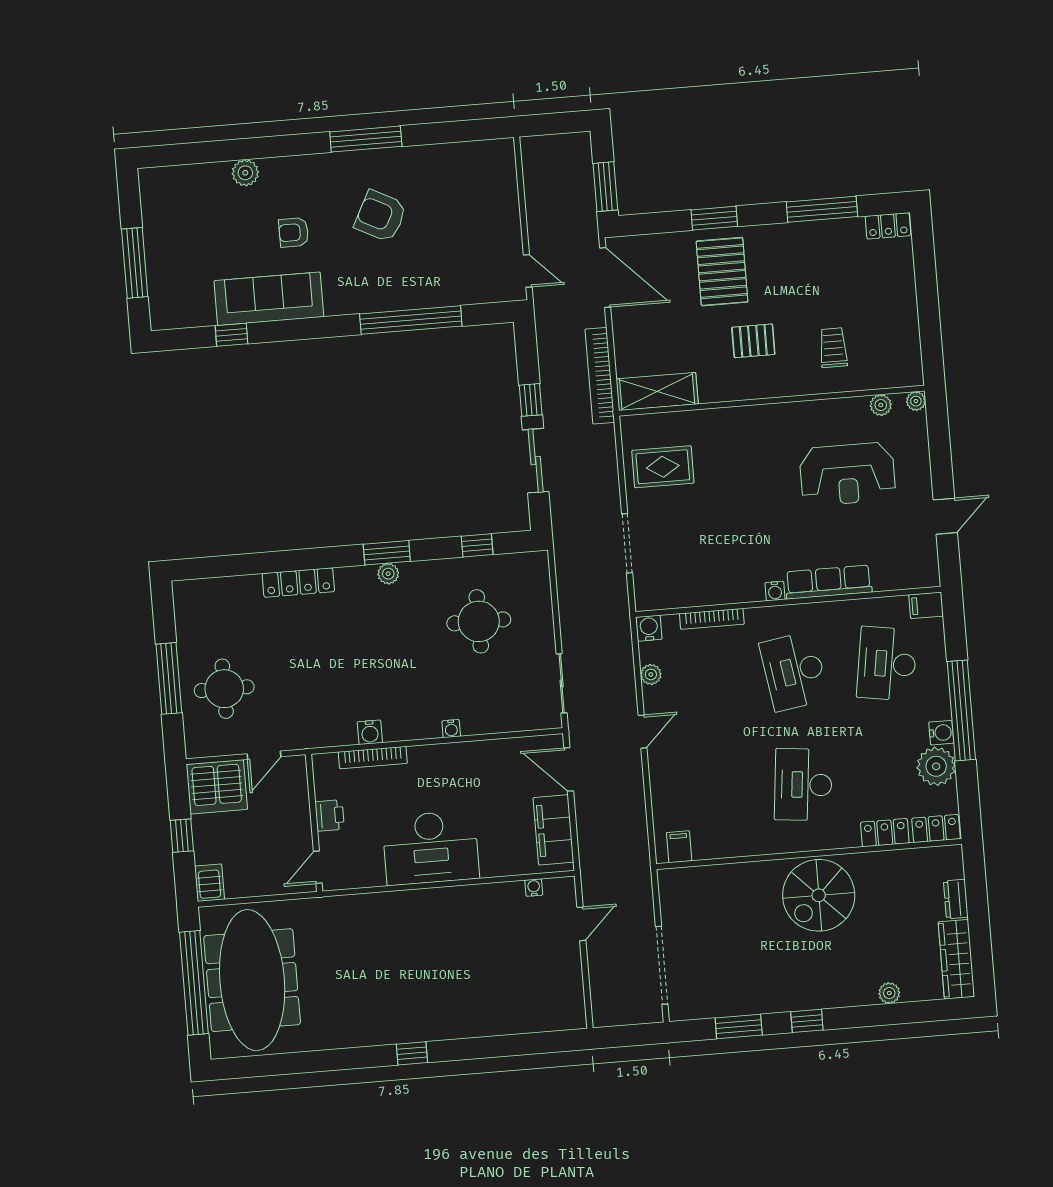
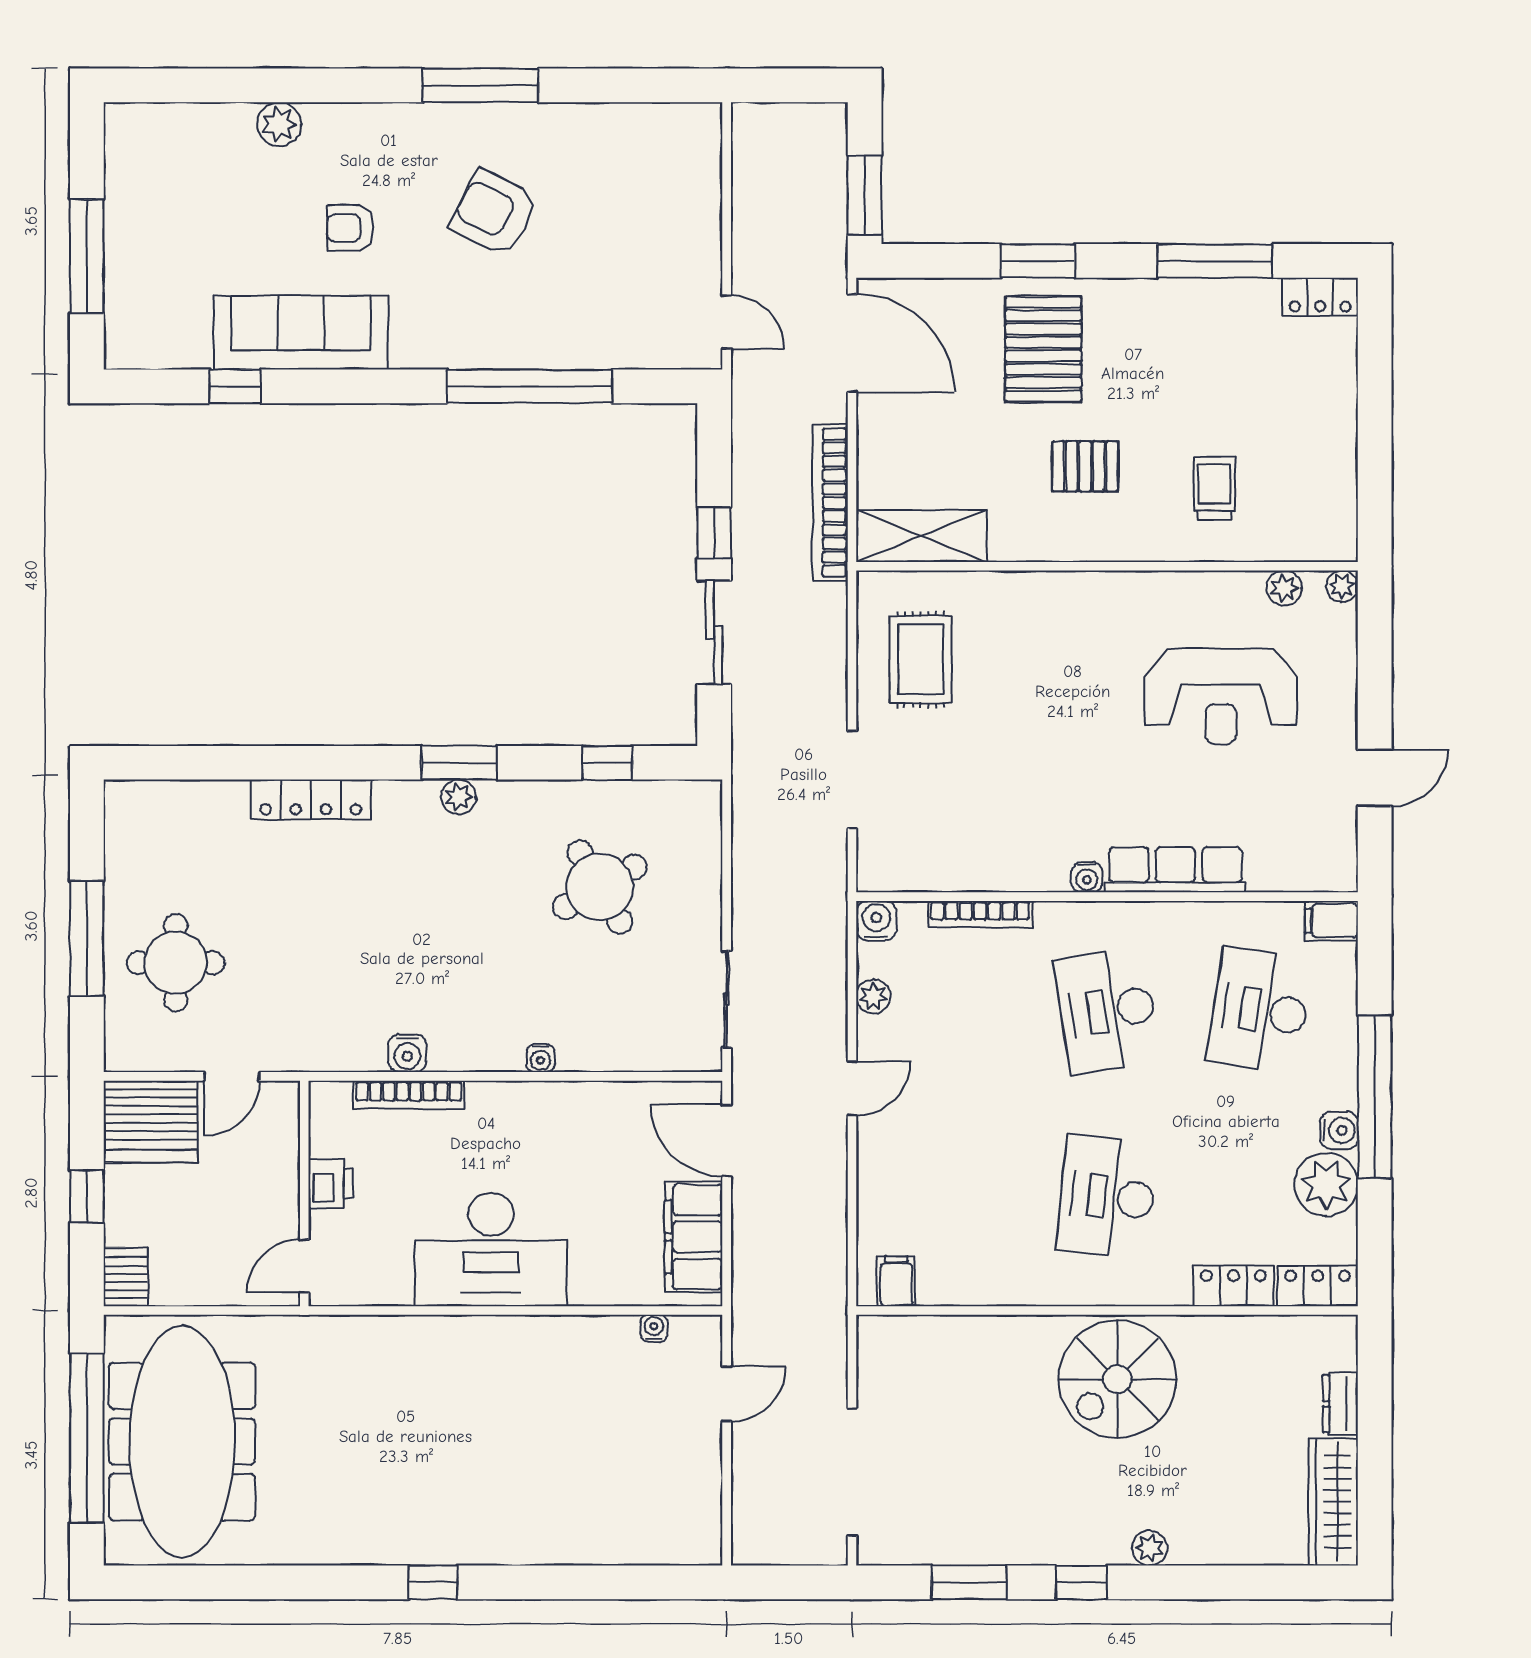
rug: (663, 467) -> (921, 659), turned 90
round table: (479, 621) -> (600, 887), turned -30
plant: (889, 993) -> (1150, 1548), moved

